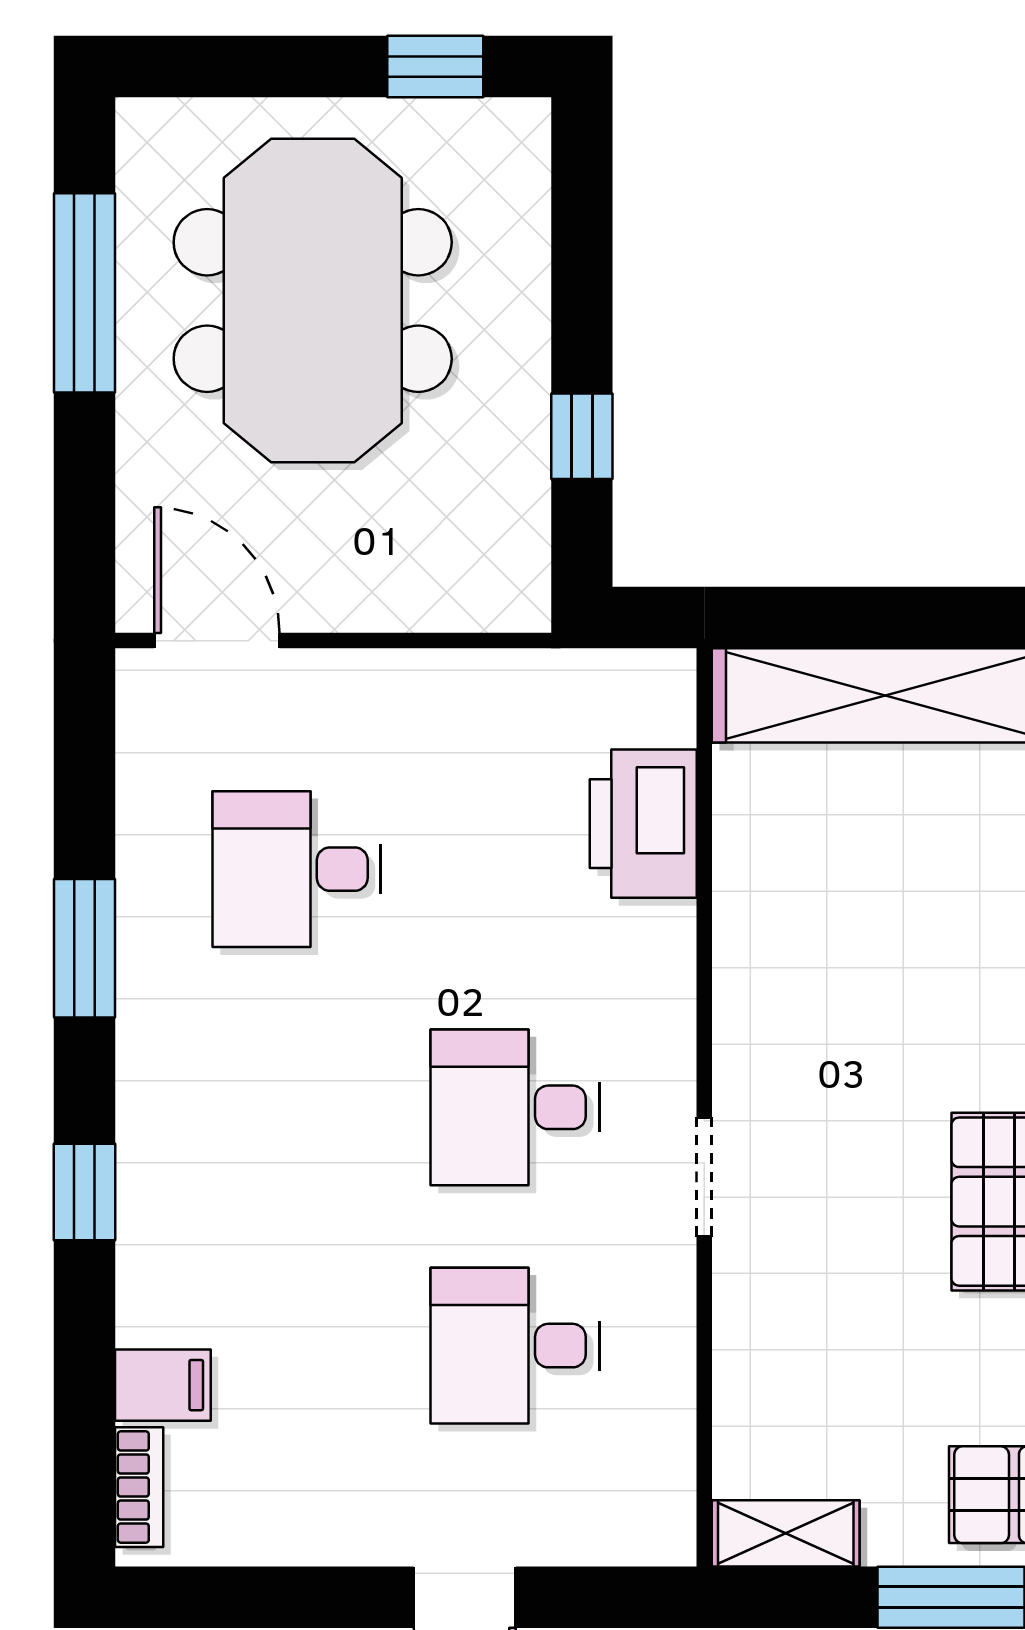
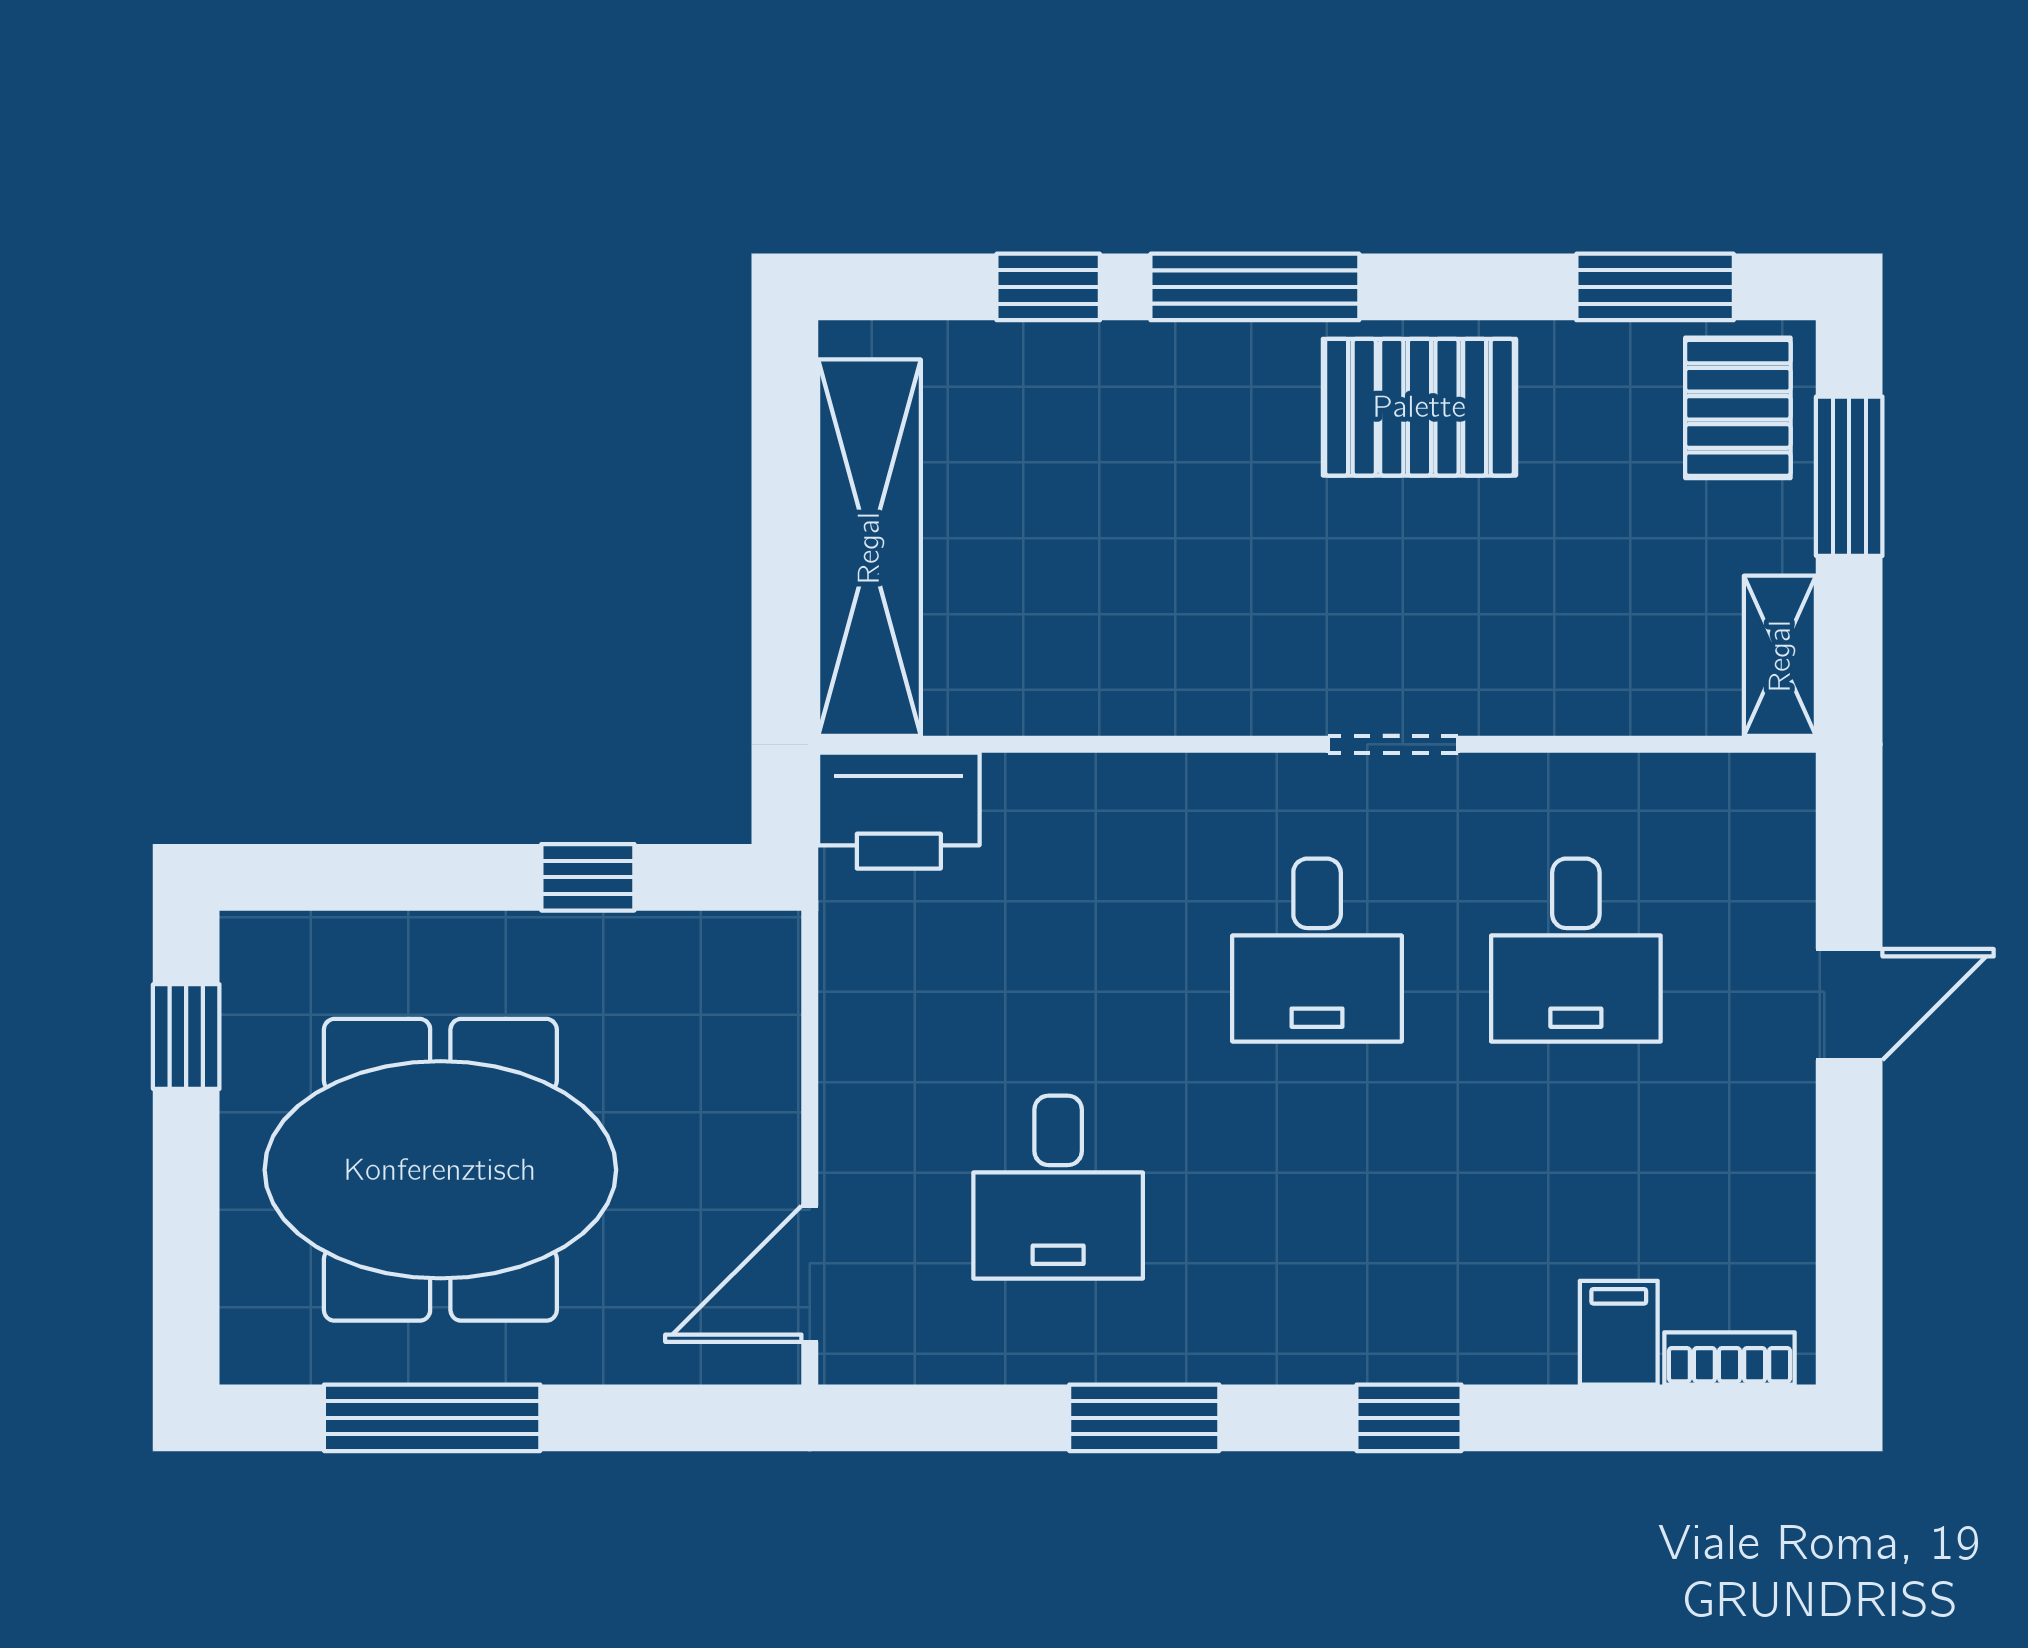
printer: (643, 824) -> (899, 811), moved

